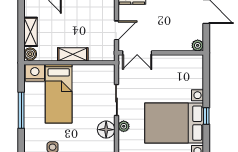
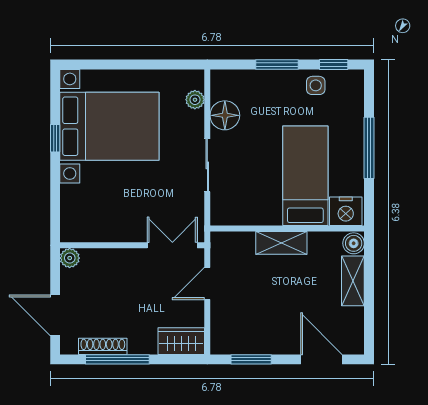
plant: (124, 126) -> (195, 100), moved

